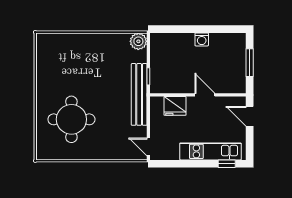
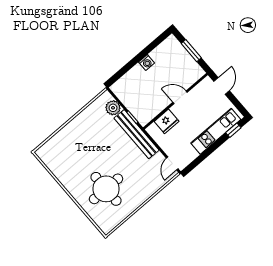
plant: (138, 41) -> (113, 108), moved
door: (250, 116) -> (222, 86), swing flipped
door: (148, 147) -> (172, 163), hinge flipped

